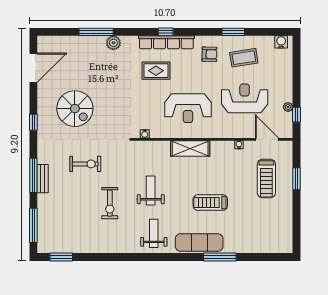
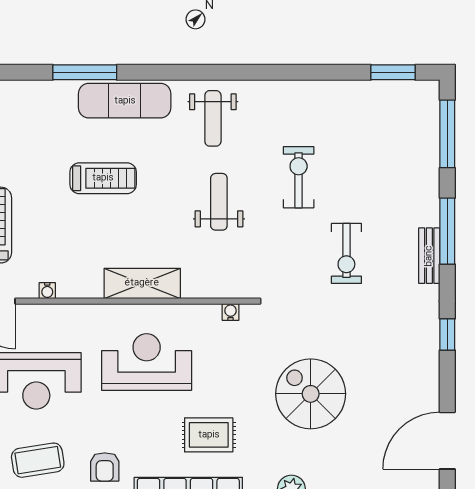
armchair: (209, 54) -> (105, 467), turned -91
spiral stairs: (75, 109) -> (311, 394), moved
exercise bike: (85, 164) -> (346, 253), turned -90
bench: (43, 179) -> (429, 256), moved
weight bench: (151, 190) -> (219, 202), turned 180

